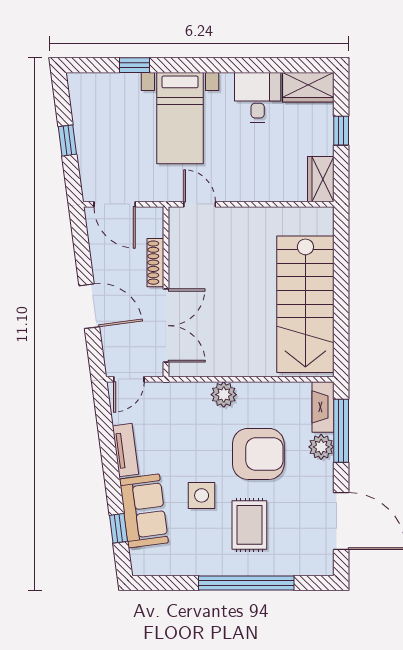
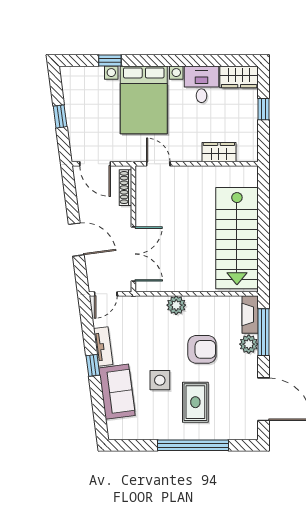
bed with nightstands: (180, 118) -> (144, 100), width x1.36
wardrobe: (321, 179) -> (219, 152), moved, turned 90
shoe rack: (155, 263) -> (126, 188), moved
armchair: (258, 454) -> (202, 349), width x0.73, depth x0.73
window: (119, 528) -> (93, 365), moved

